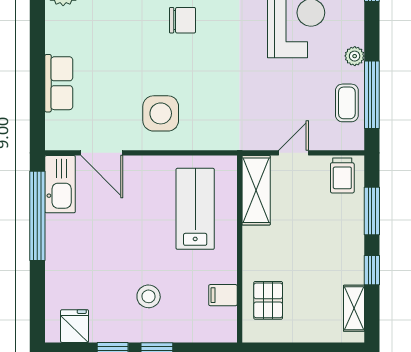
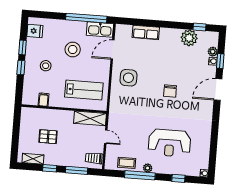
window: (372, 95) -> (140, 175), moved
stool: (108, 240) -> (73, 49), added
pallet: (268, 300) -> (48, 137), moved

